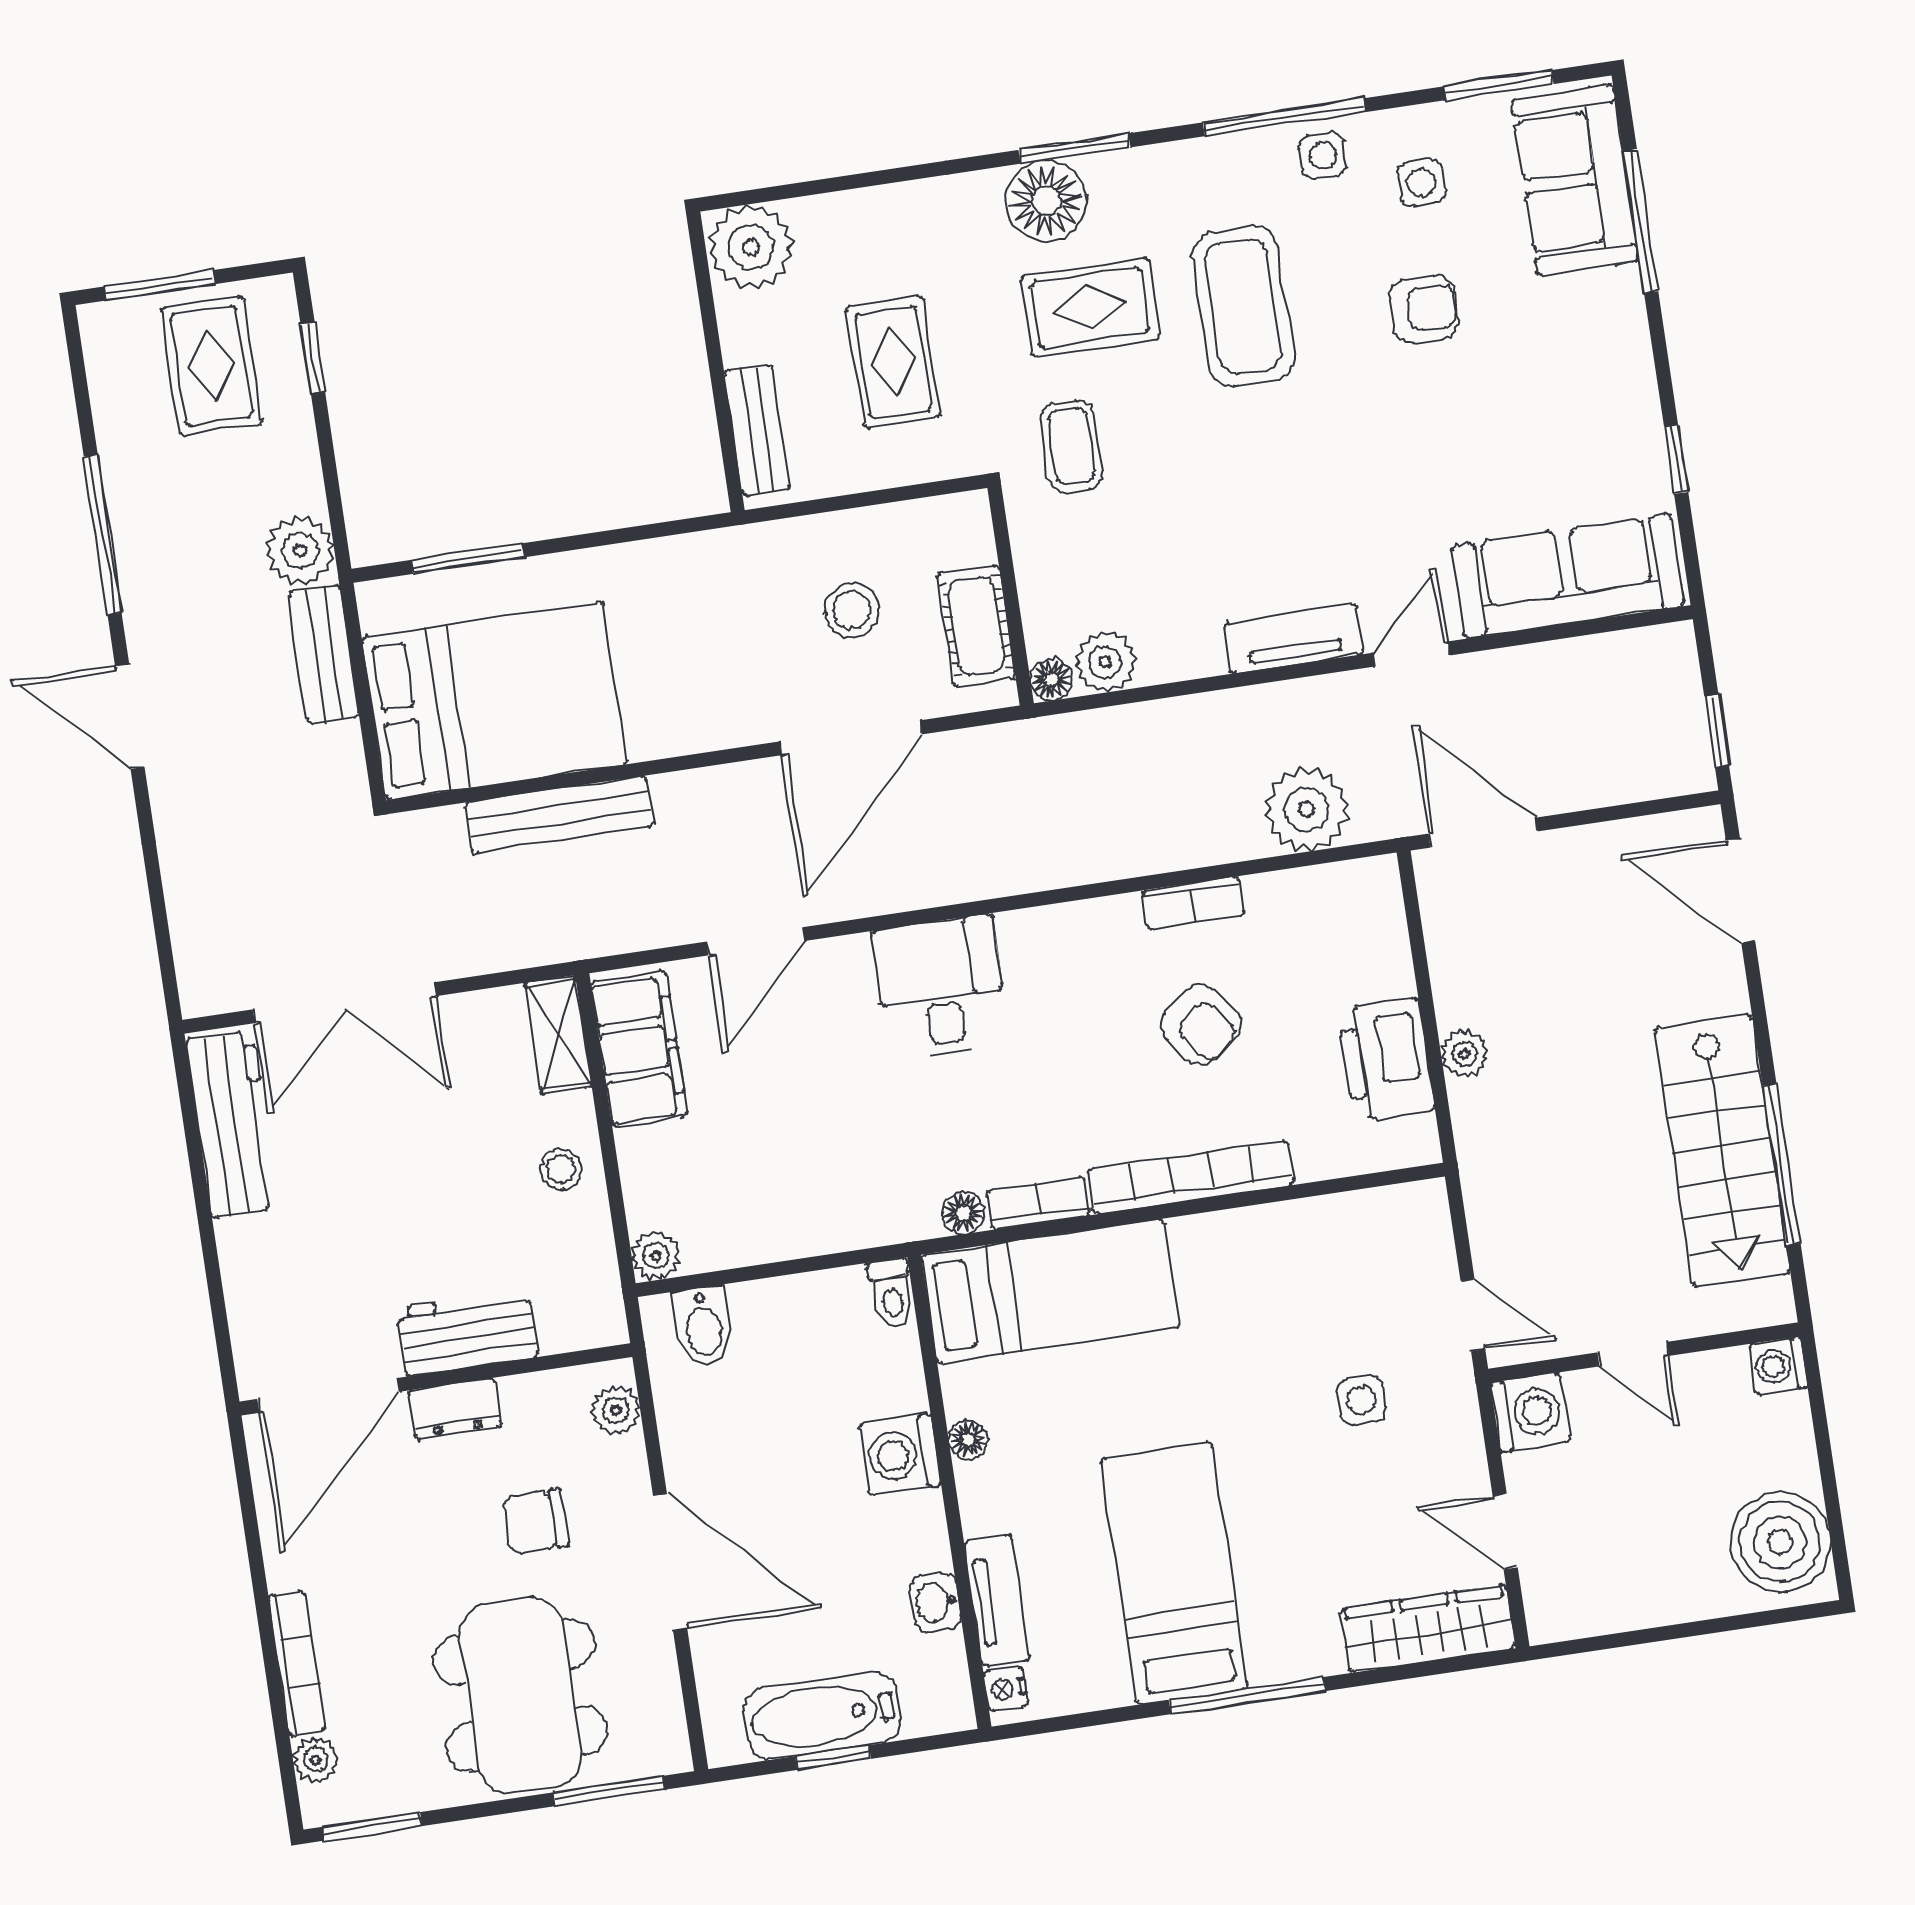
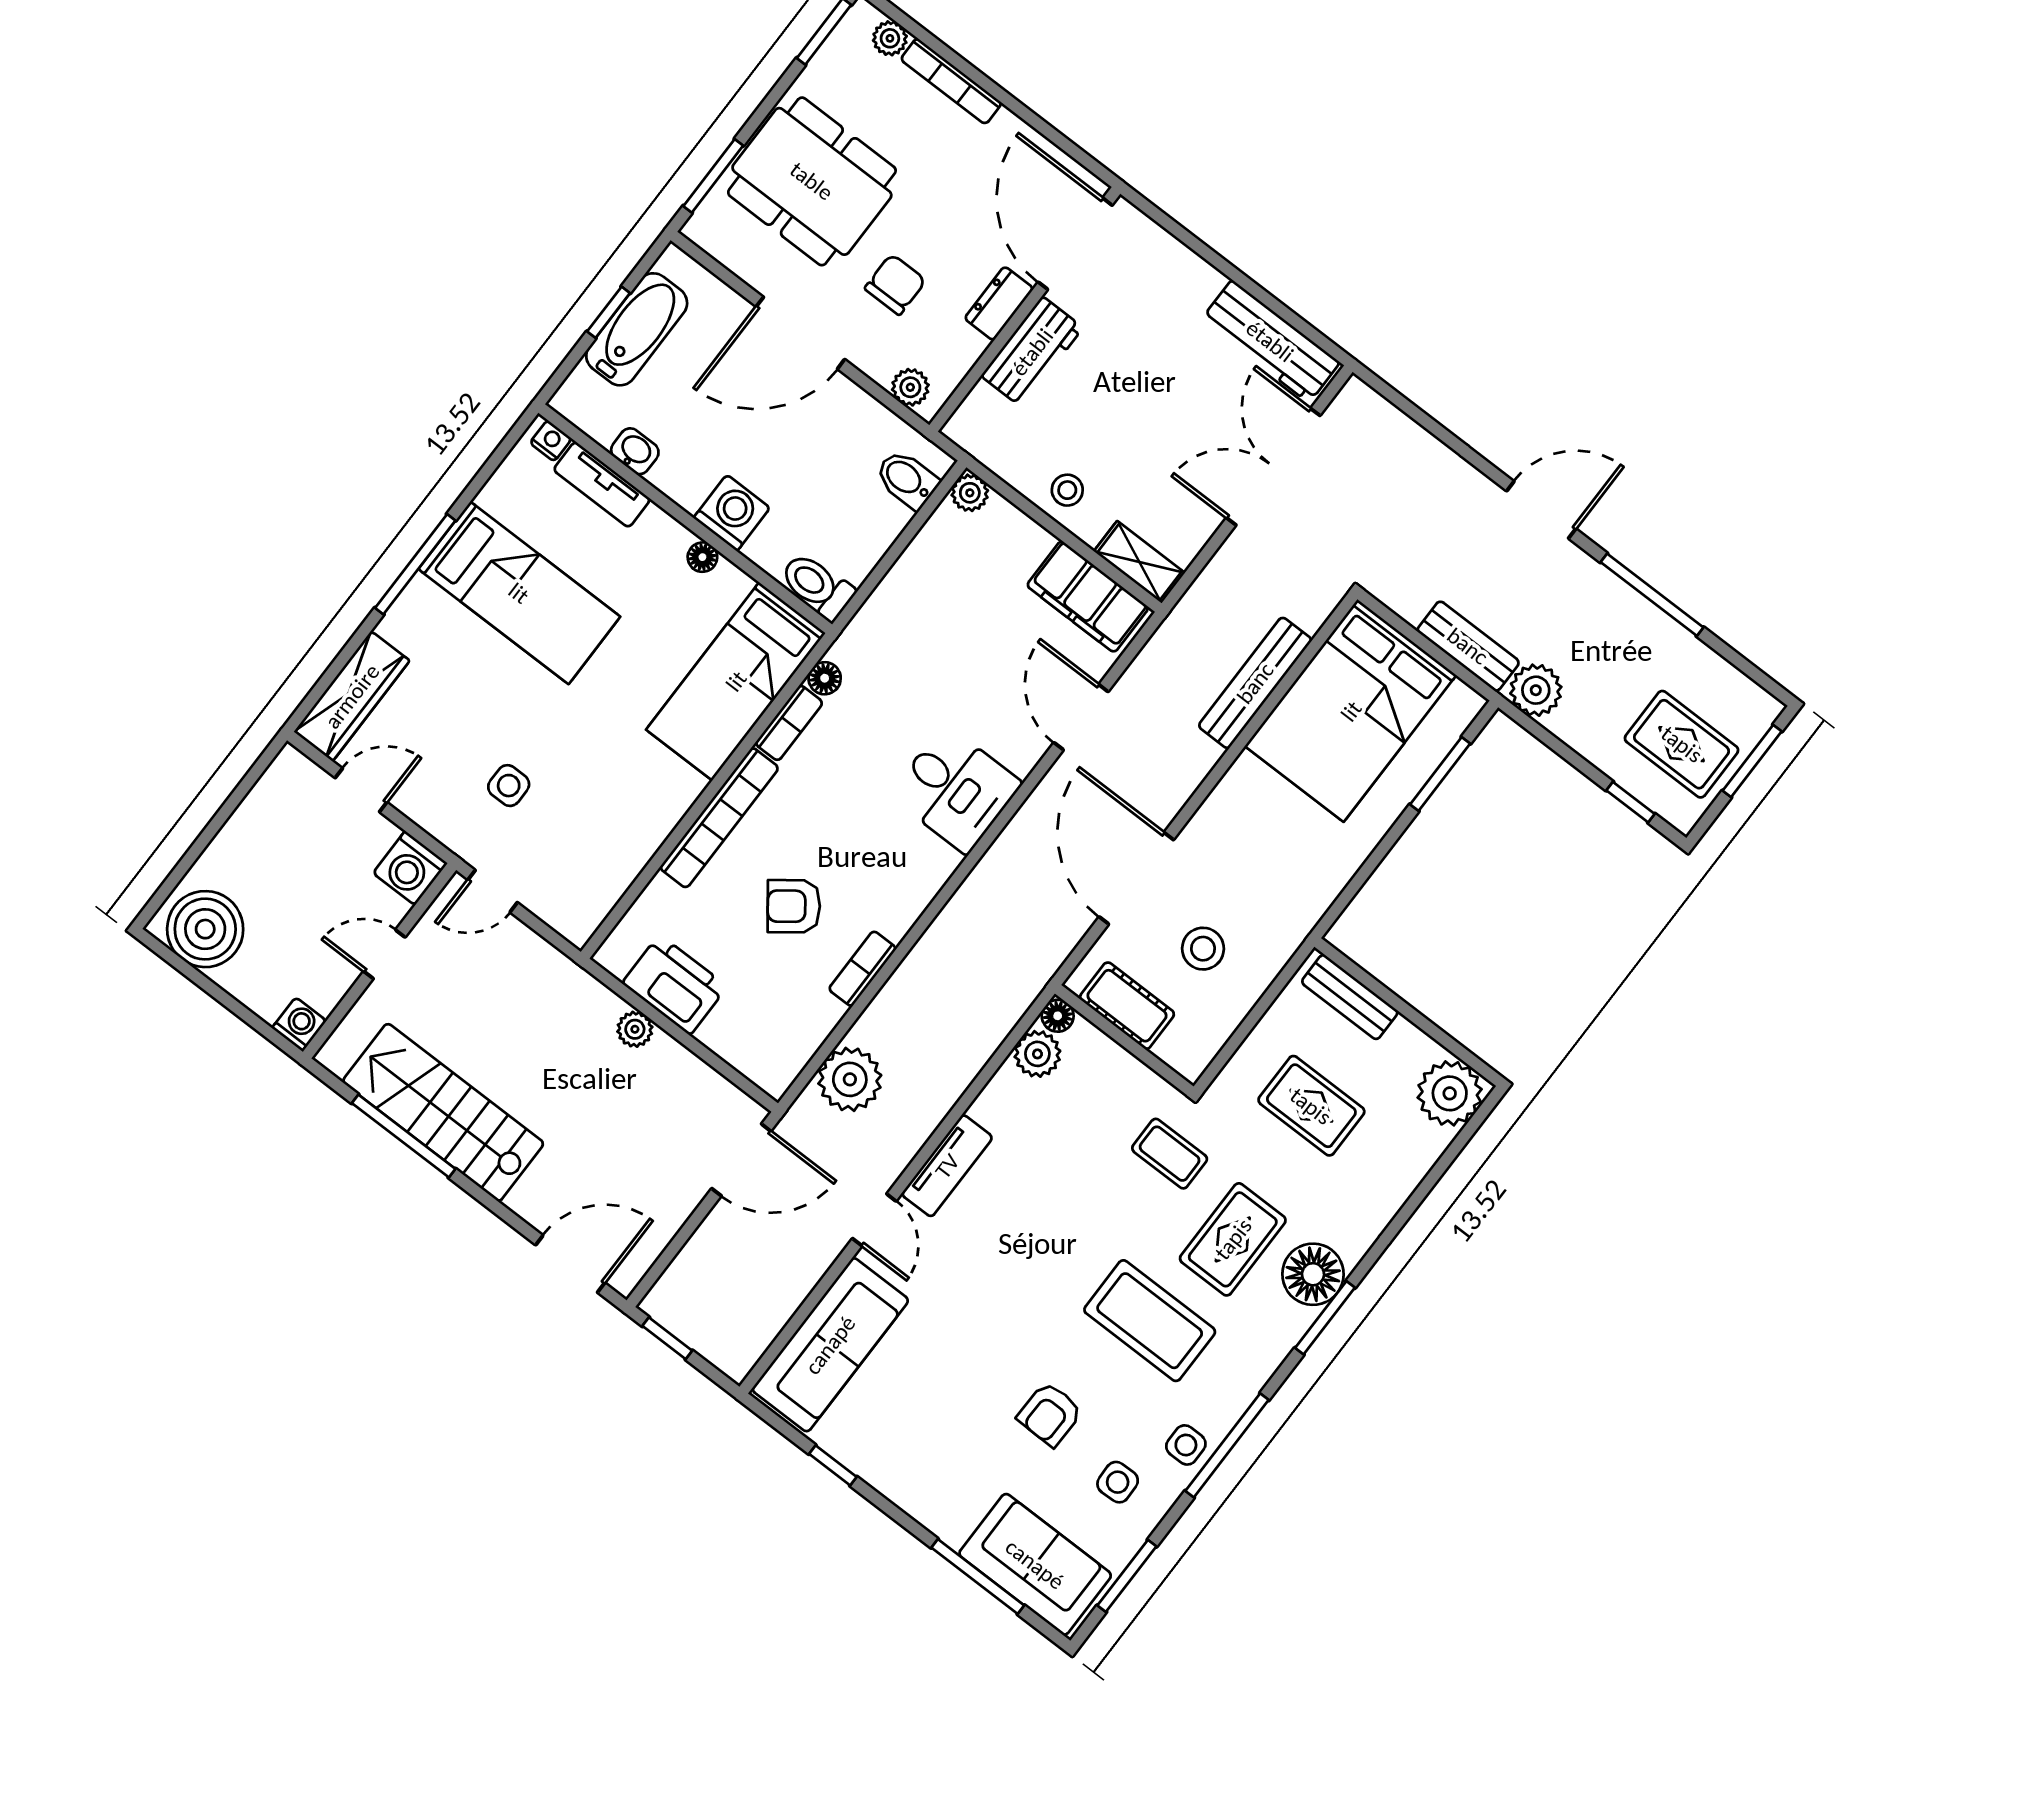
toilet: (892, 1293) -> (817, 586), width x1.37, depth x1.39

